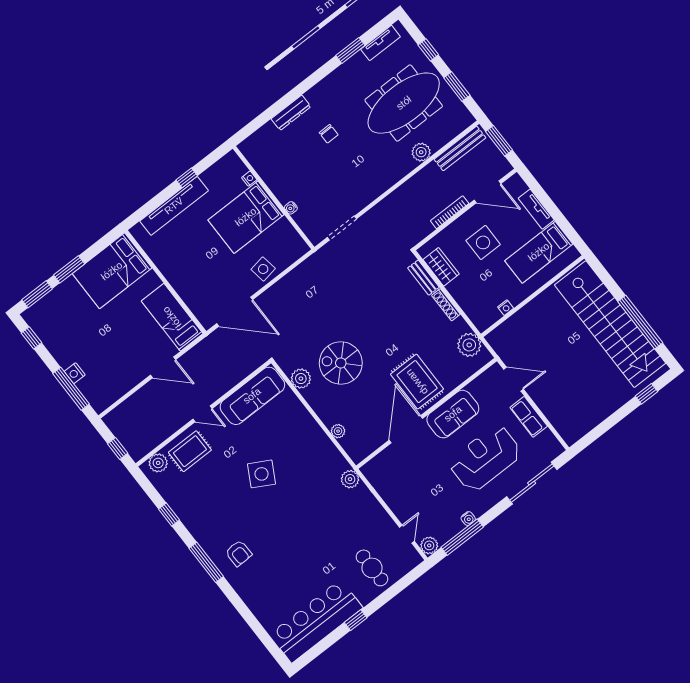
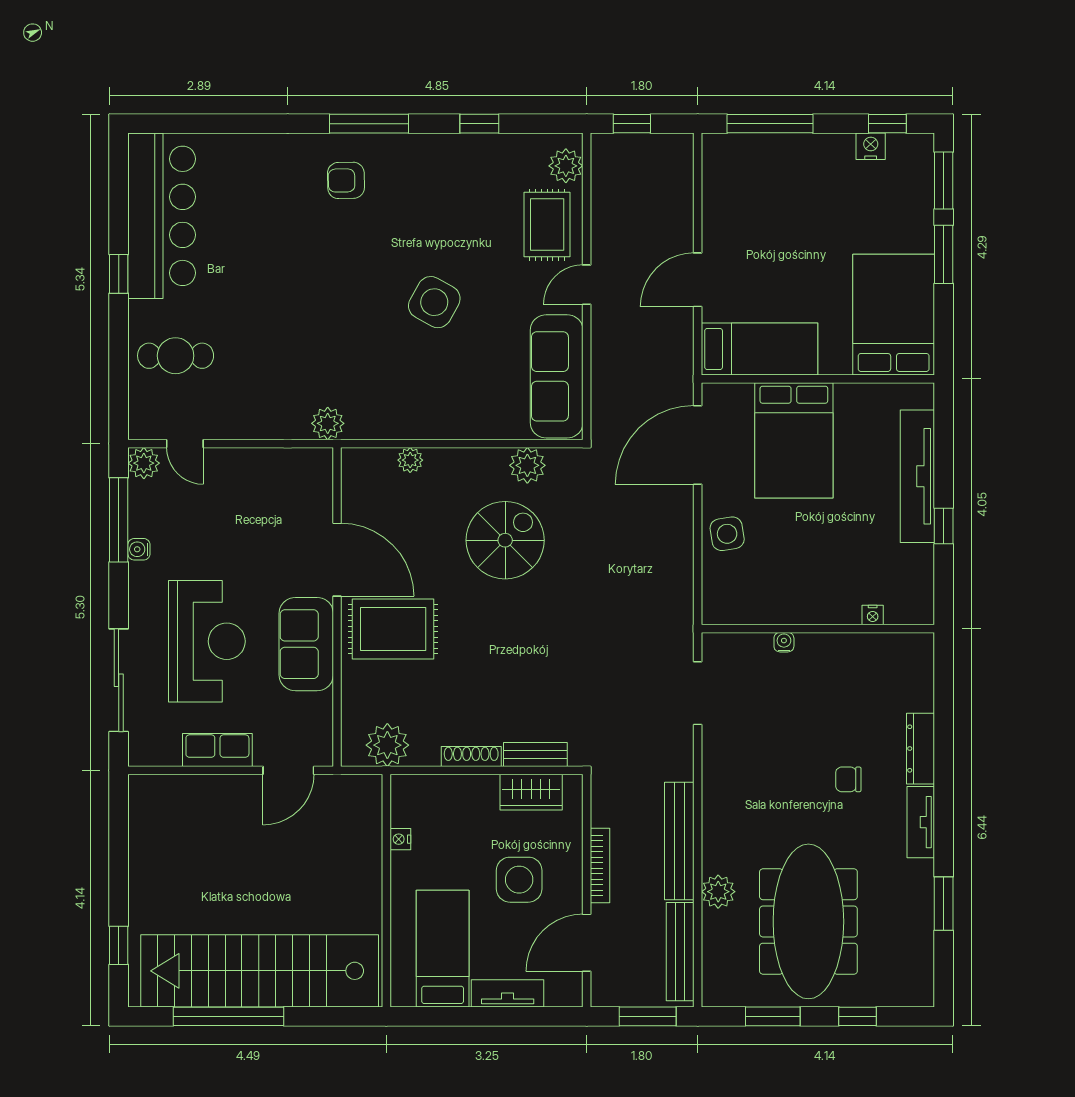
tv unit: (380, 43) -> (921, 822), moved
bench: (412, 186) -> (679, 841), added
bed: (246, 217) -> (794, 440), moved, turned 180
nightstand: (75, 373) -> (871, 146), moved

